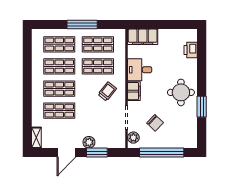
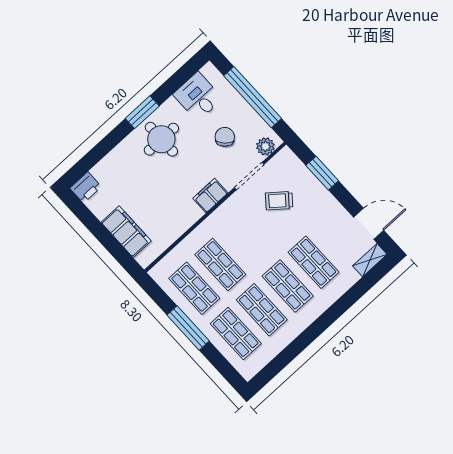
filing cabinet: (143, 37) -> (126, 232), moved
printer: (191, 50) -> (86, 187), moved
desk: (140, 70) -> (198, 96), moved, turned 180
trolley: (107, 91) -> (279, 201), moved
window: (202, 107) -> (142, 112), moved
plant: (89, 142) -> (319, 194), removed
door: (67, 153) -> (369, 224), moved

